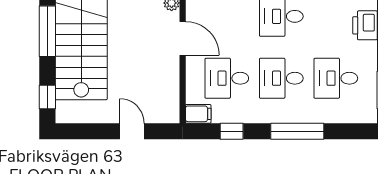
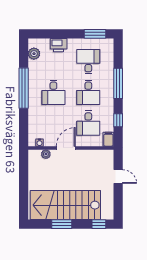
window: (47, 31) -> (62, 224), width x0.69
desk: (336, 78) -> (88, 62), turned 180
door: (132, 131) -> (118, 176), swing flipped

